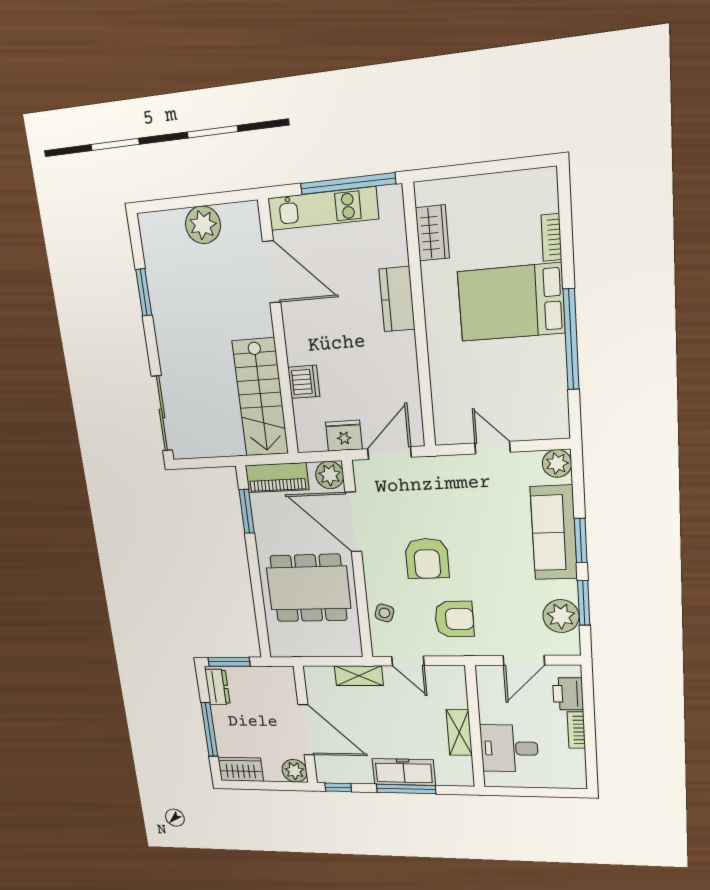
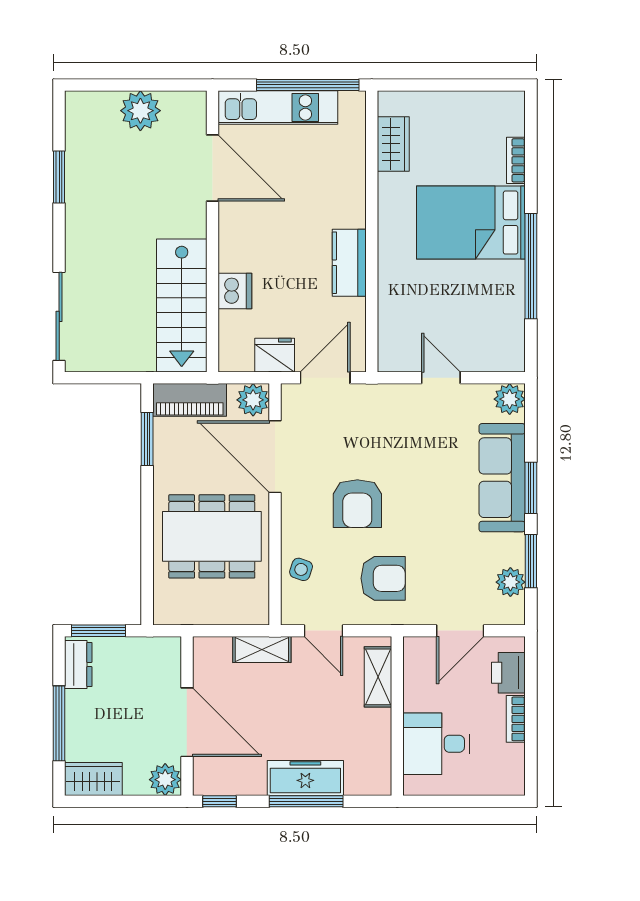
kitchen counter: (397, 299) -> (349, 263), moved
plant: (561, 616) -> (510, 582), width x0.73, depth x0.73
shelving: (459, 733) -> (378, 677), moved

